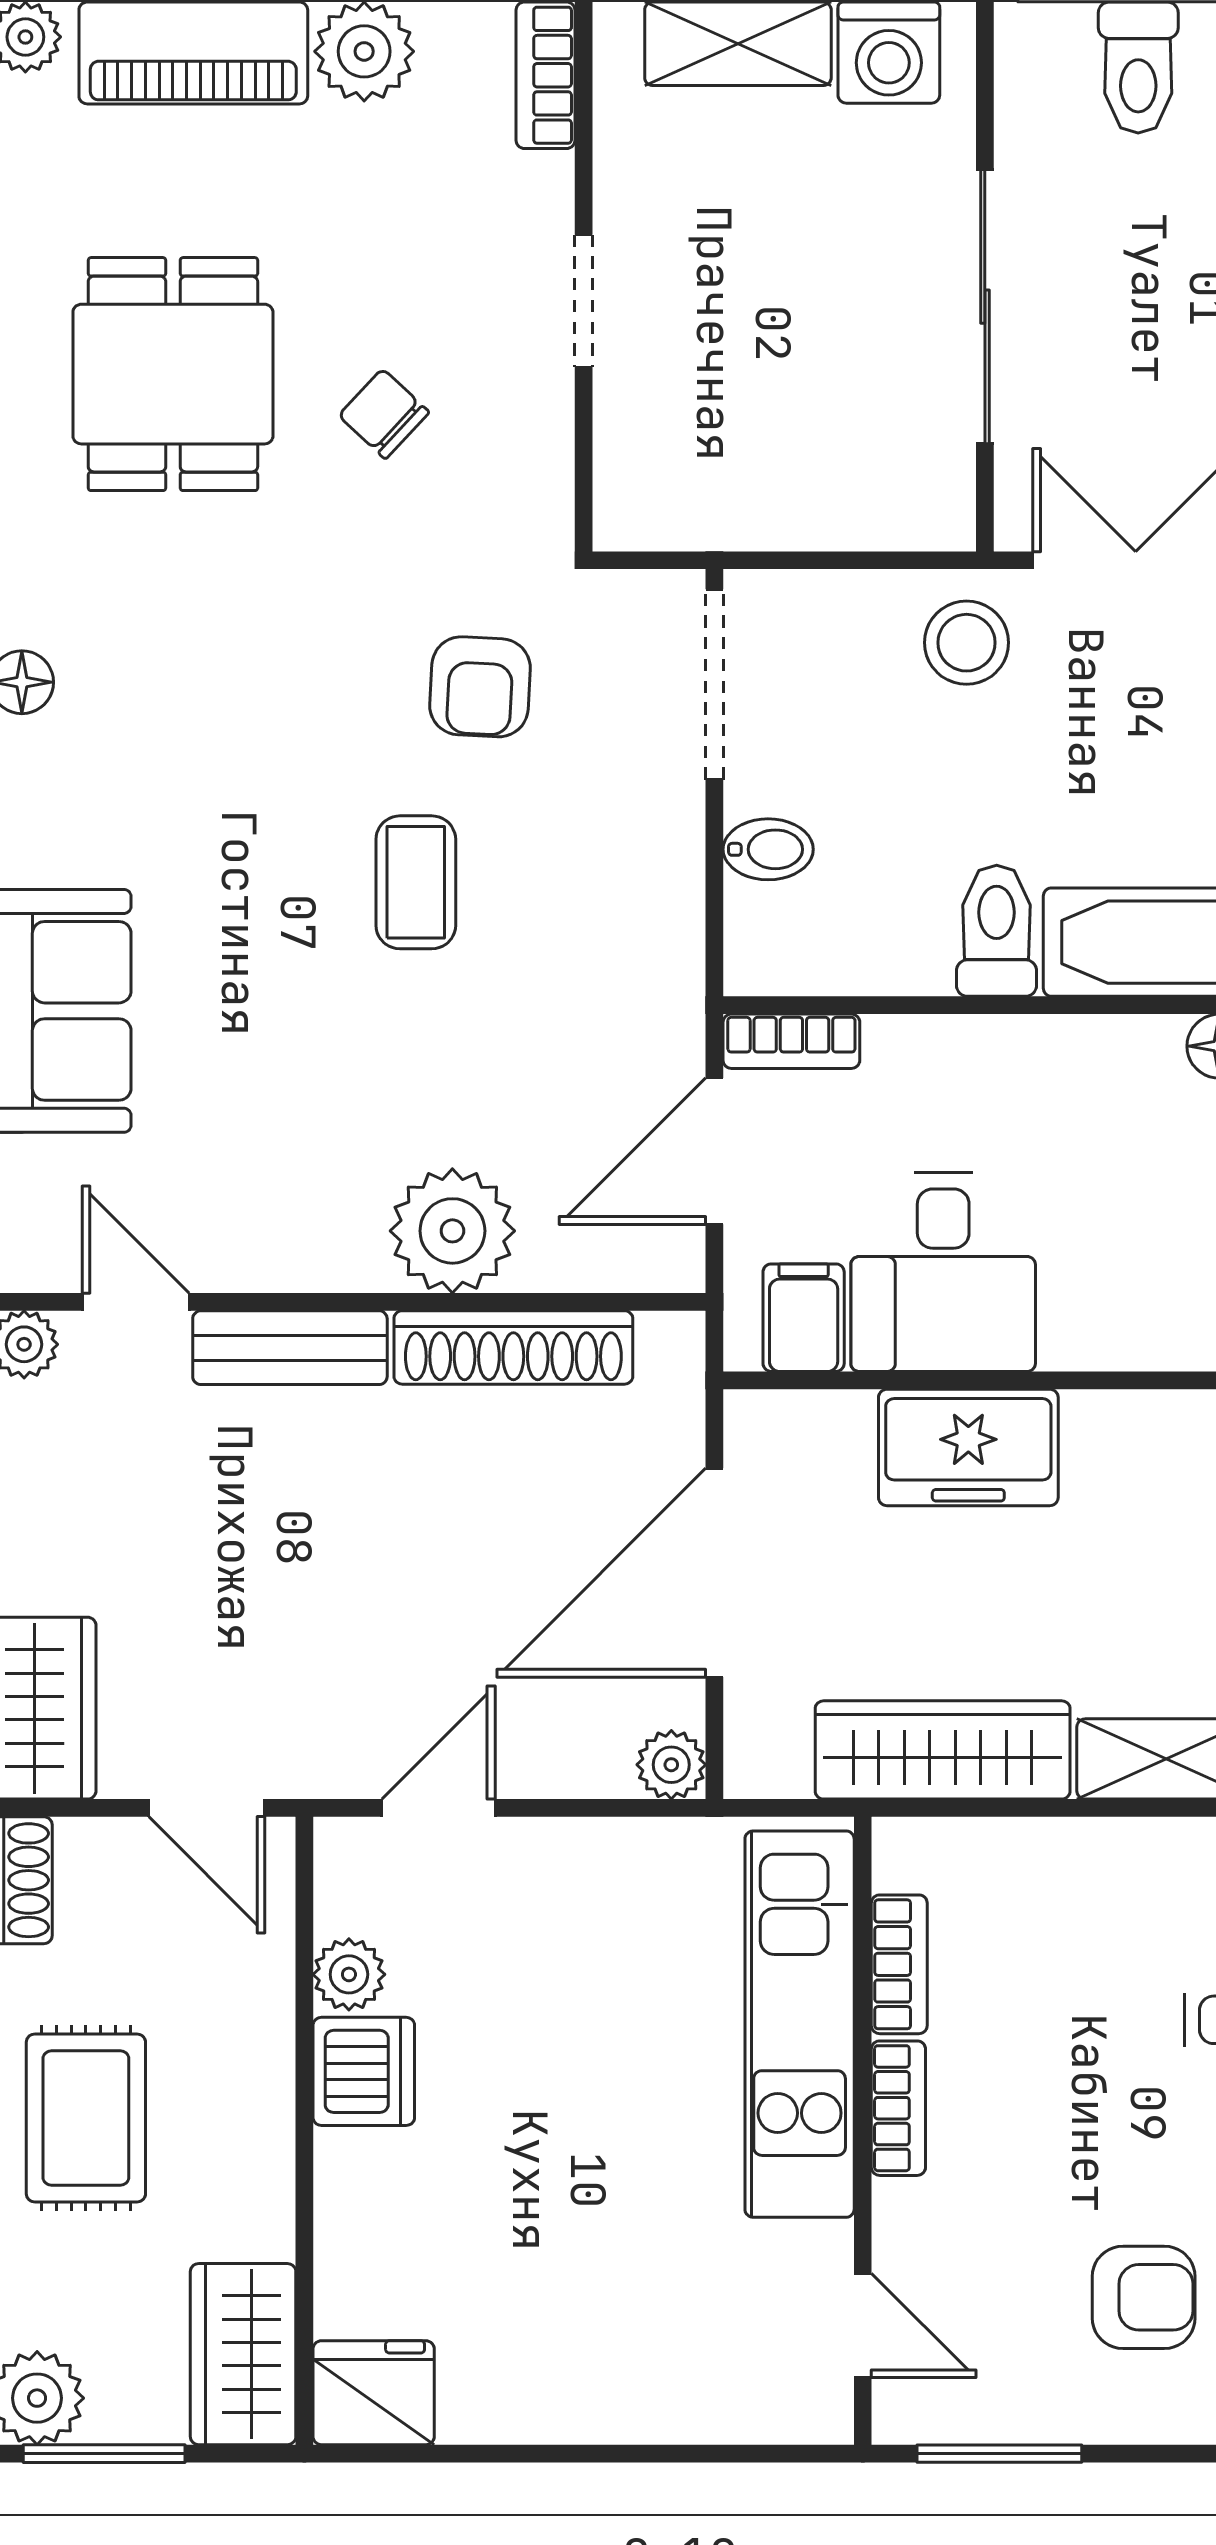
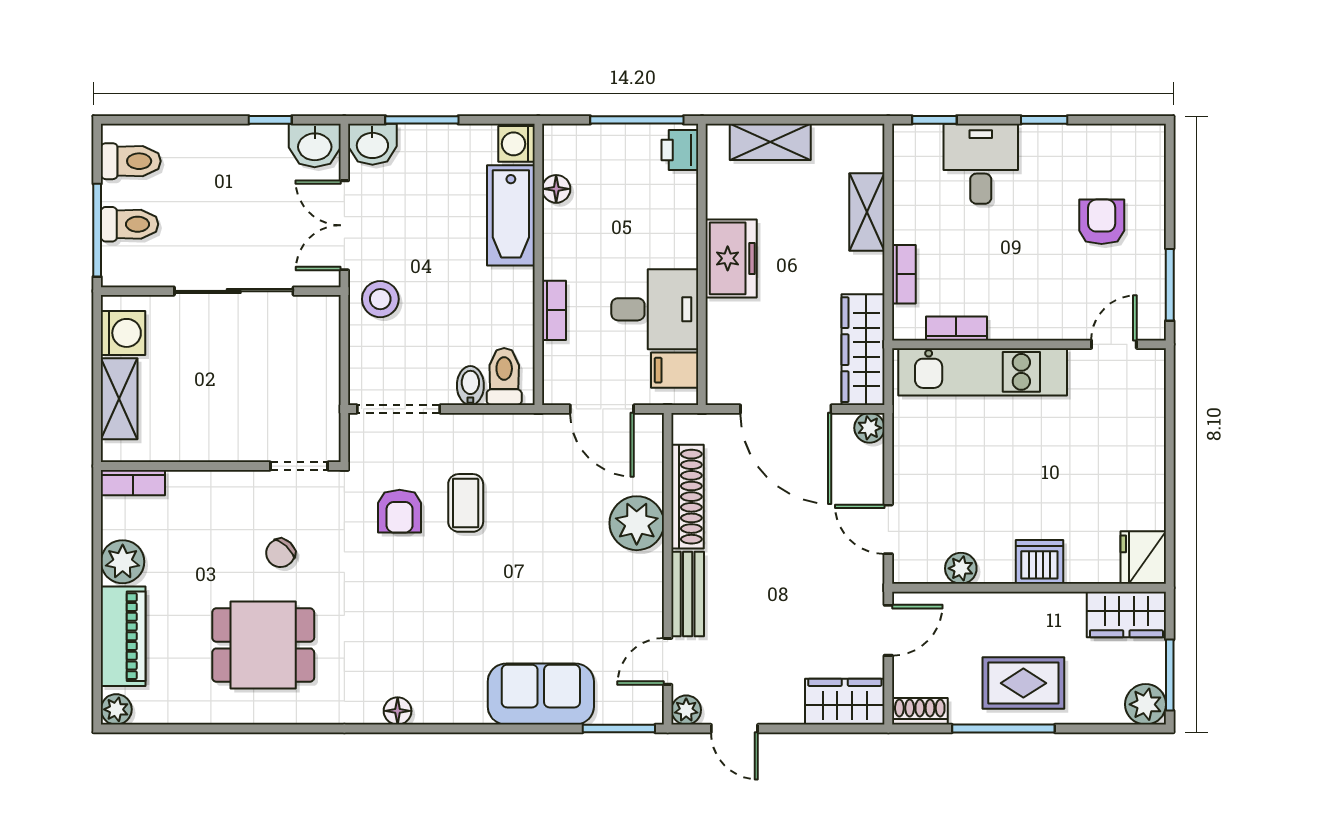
doorway: (584, 301) -> (299, 466), moved
armchair: (480, 687) -> (400, 511), turned 87
coffee table: (416, 882) -> (466, 503), moved, turned 90
toilet: (997, 931) -> (504, 377), moved, turned 90
bookcase: (791, 1041) -> (554, 310), moved
freezer: (968, 1447) -> (731, 258), moved
wardrobe: (943, 1750) -> (863, 350), moved
dishwasher: (364, 2071) -> (1039, 562), moved
bookcase: (898, 2108) -> (904, 274), moved, turned 90

